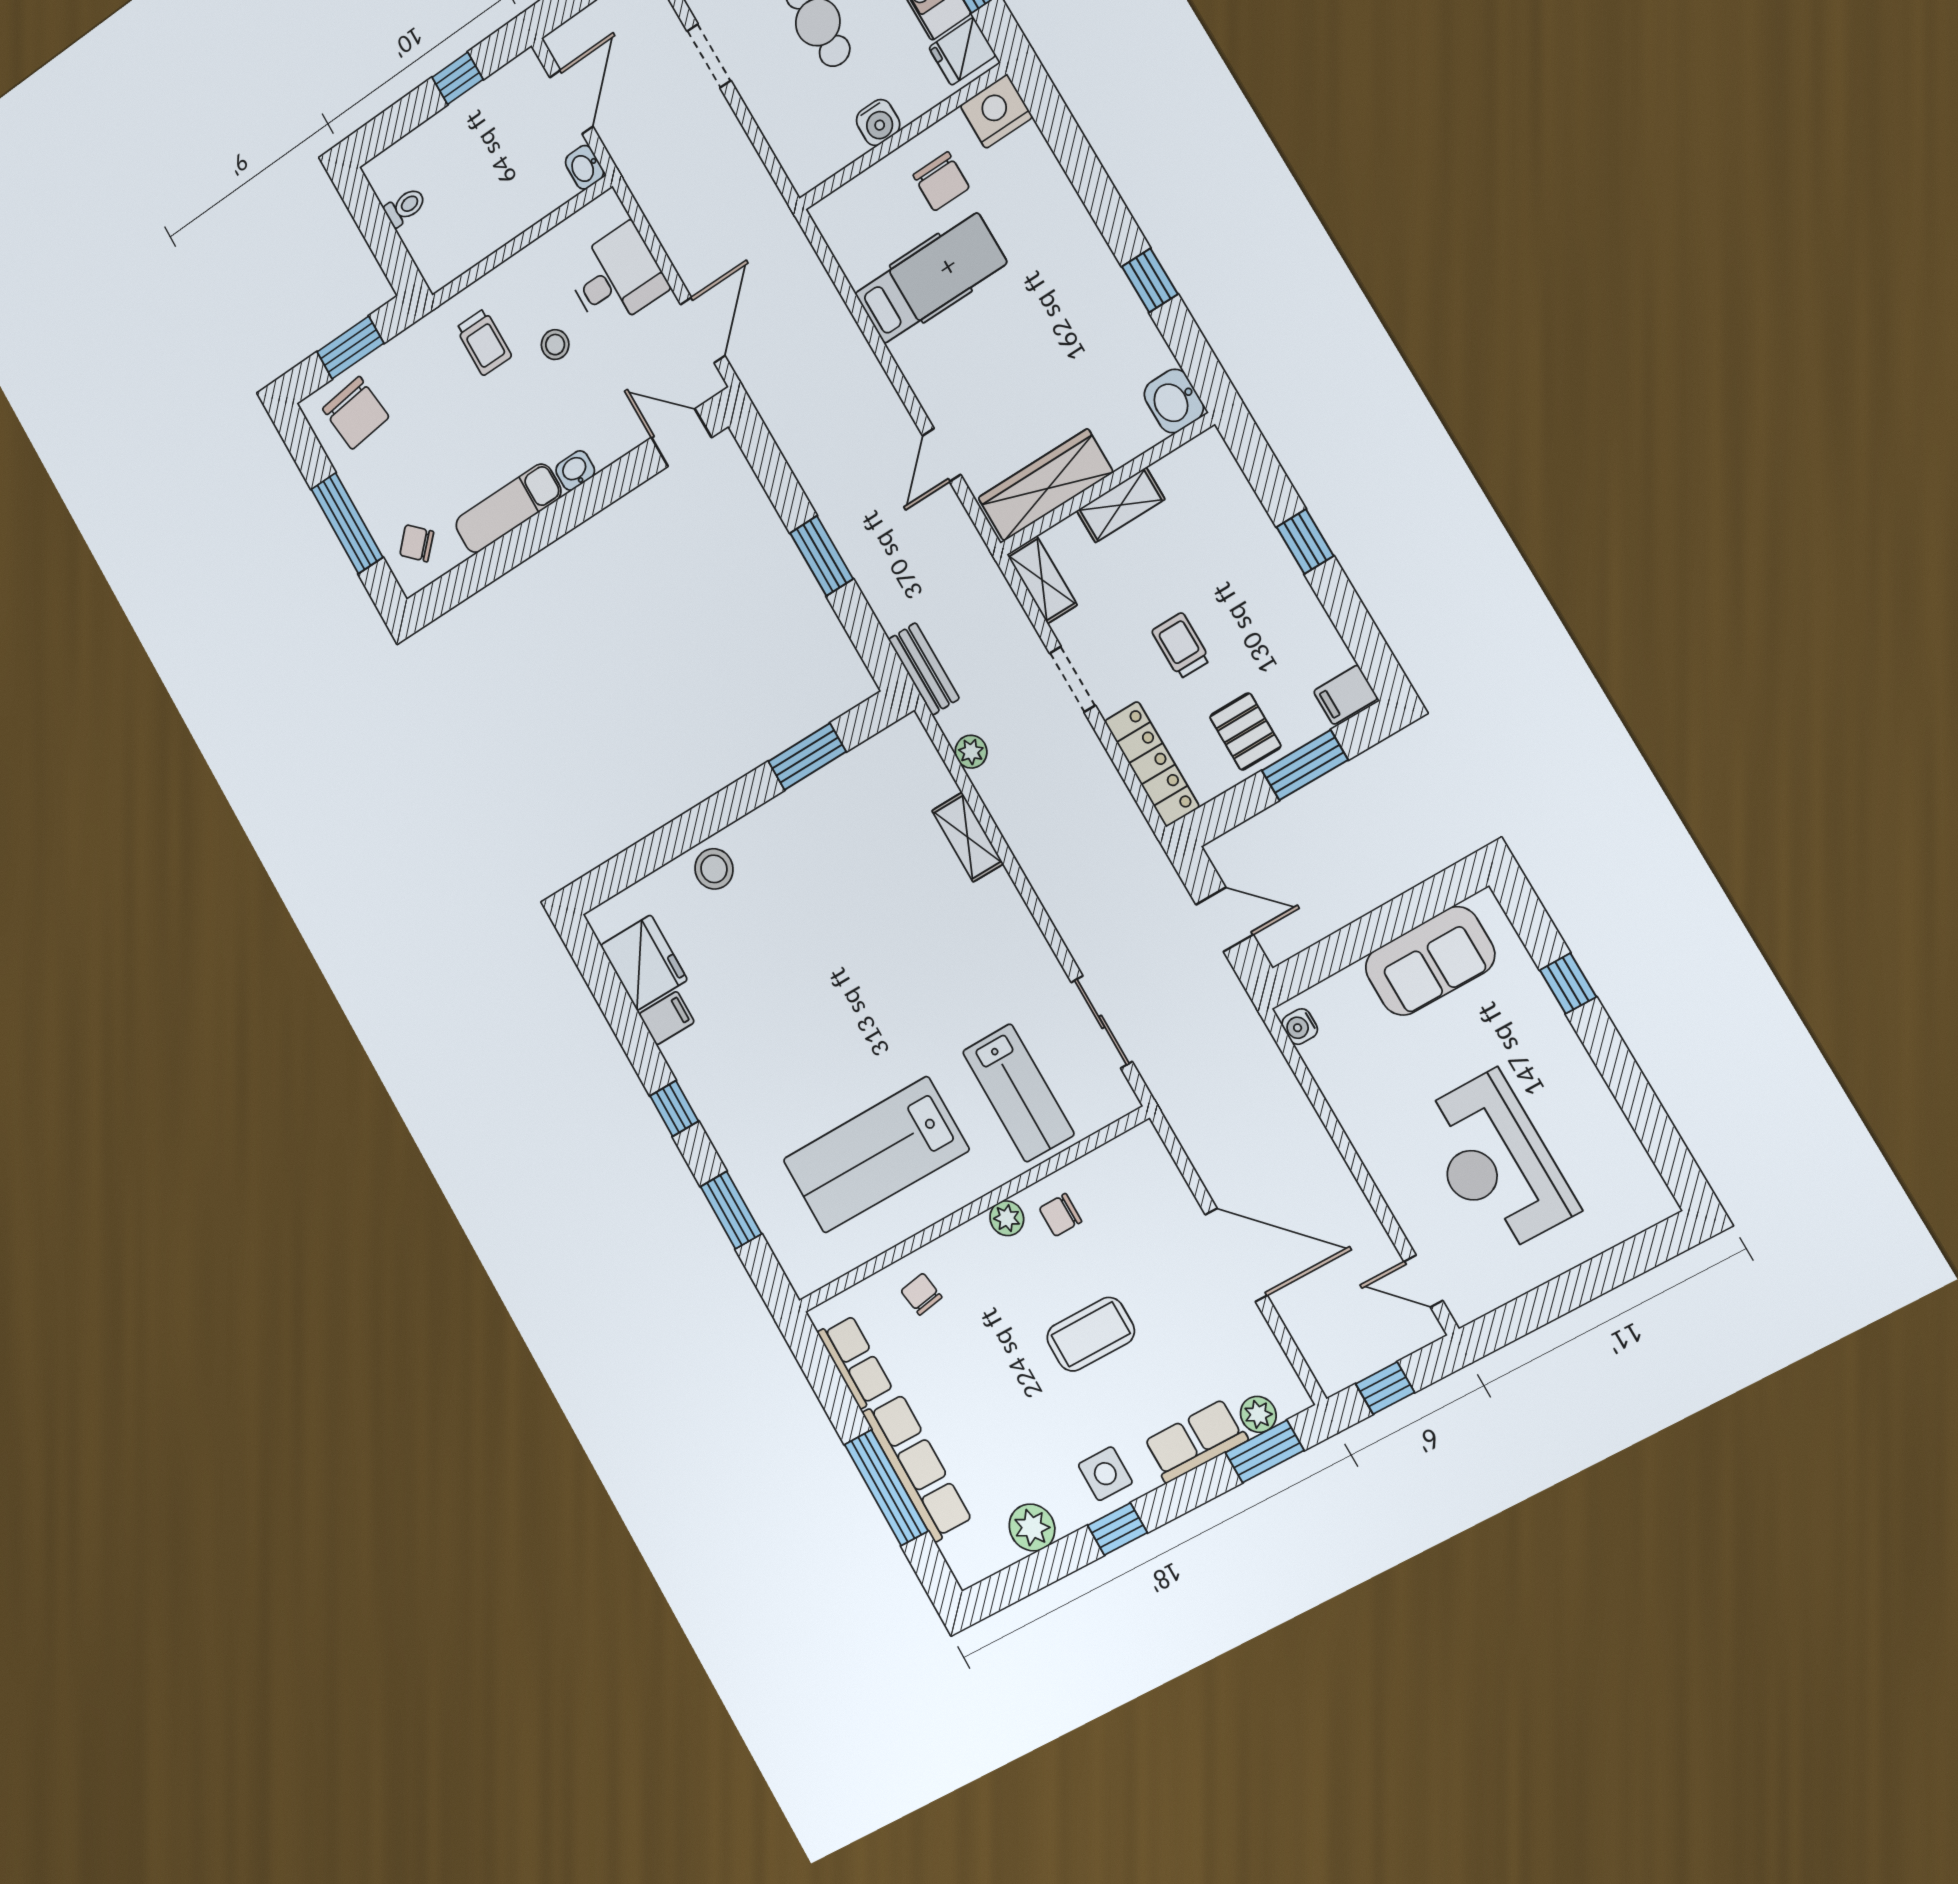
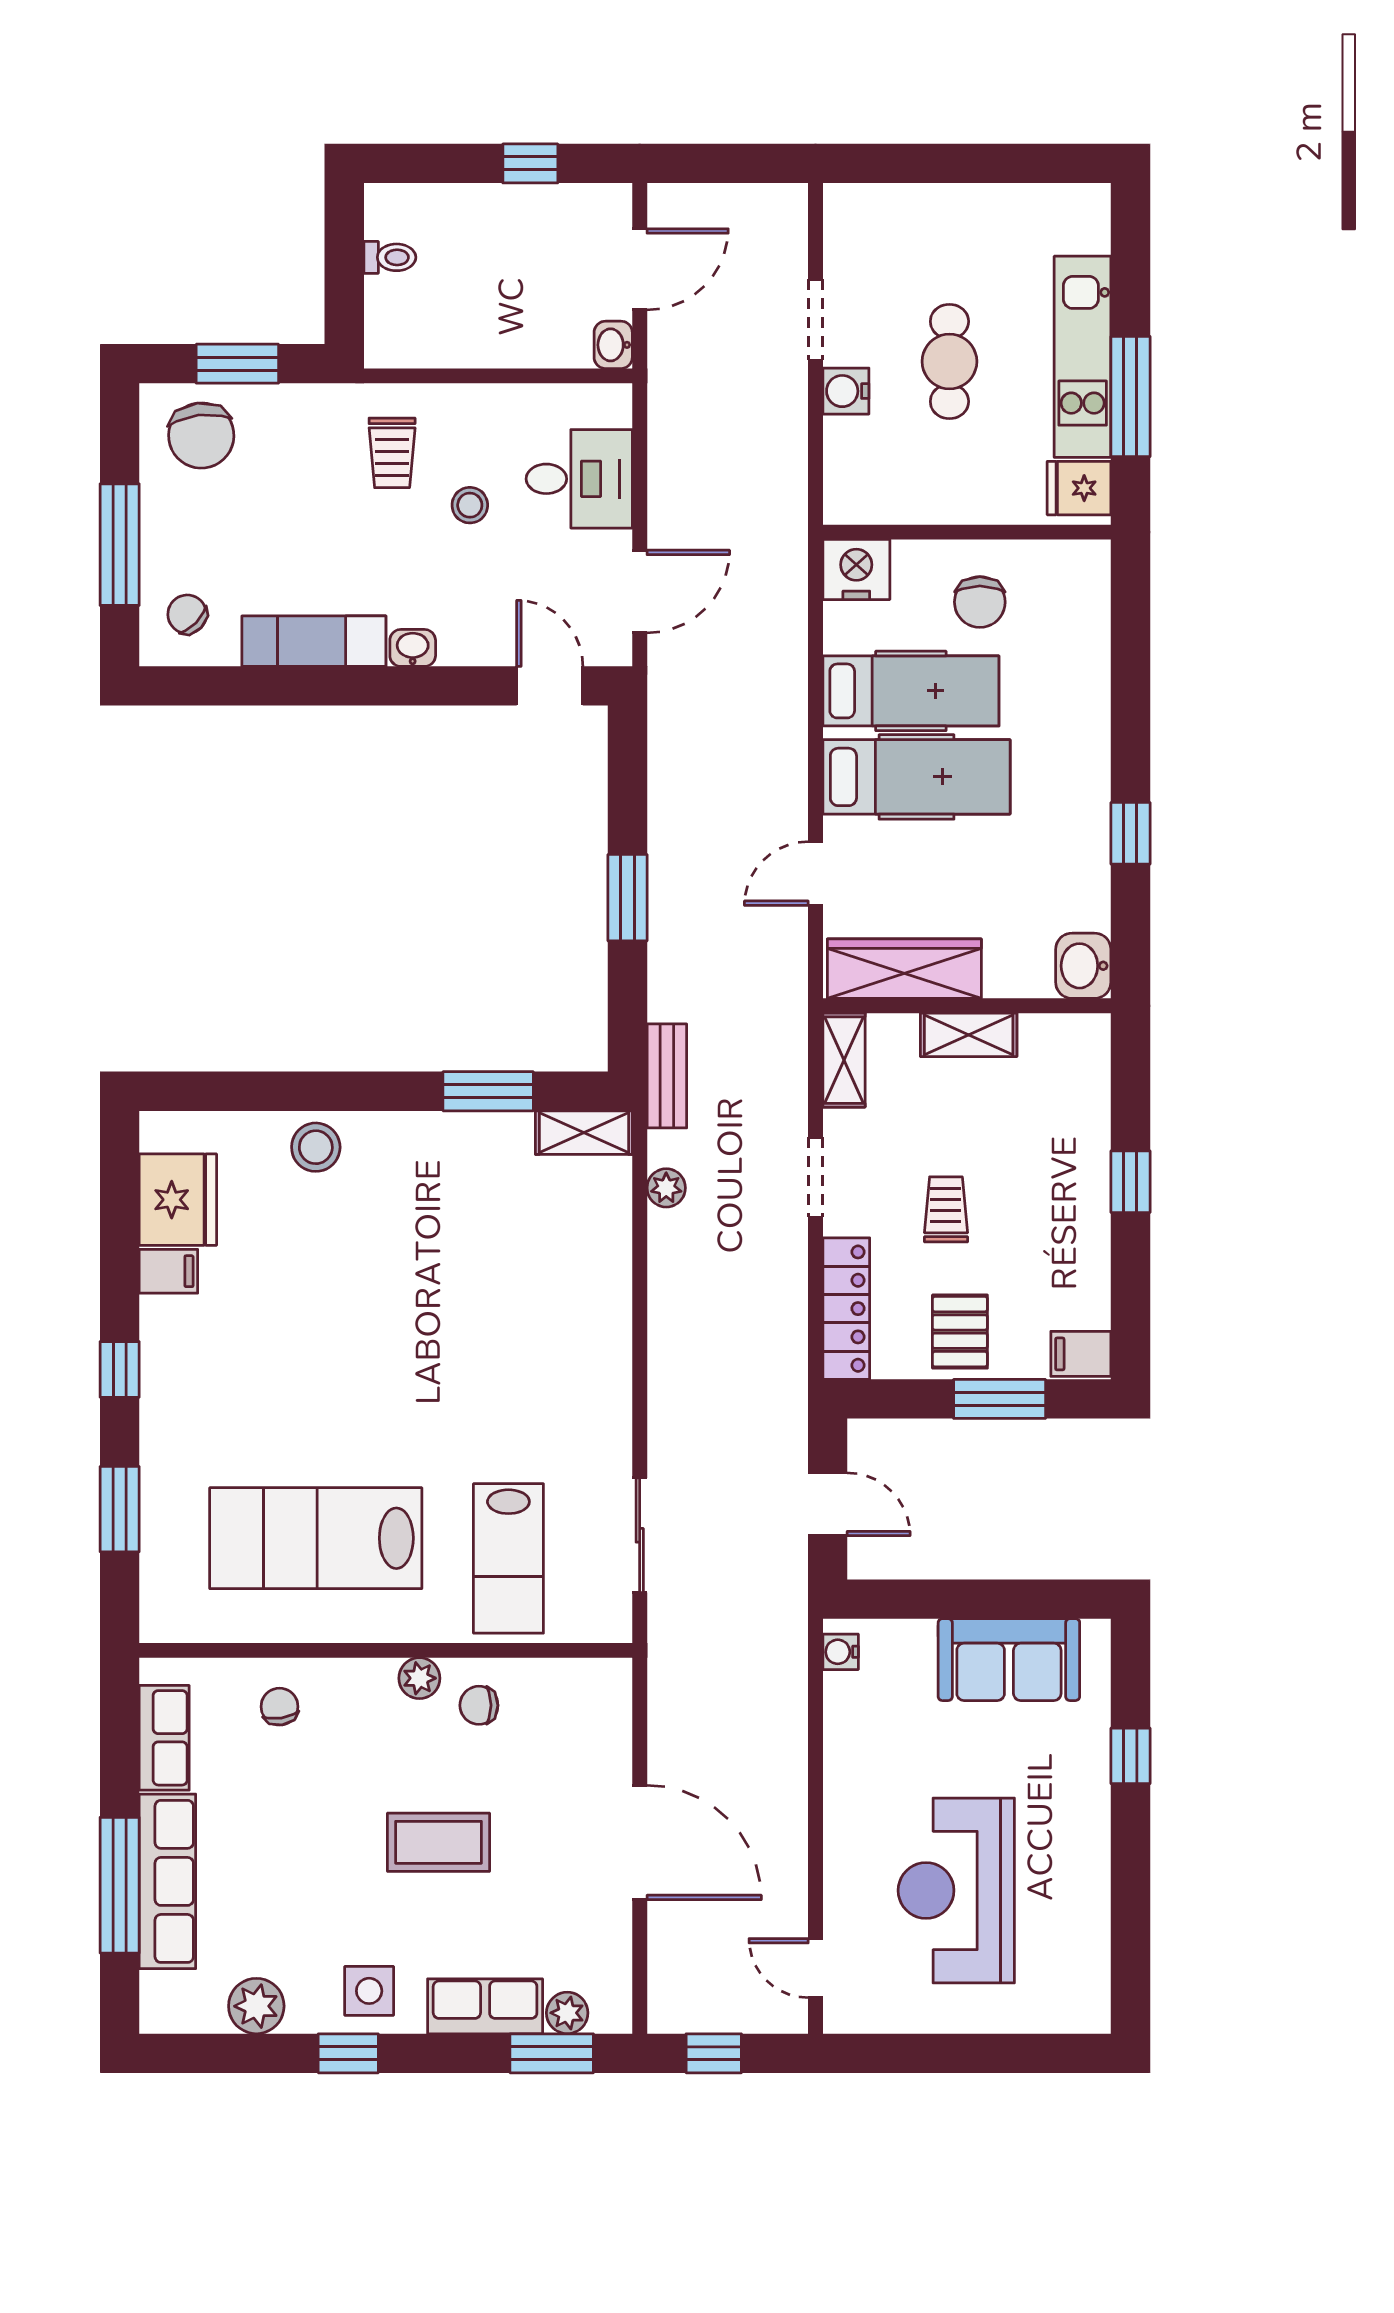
nightstand: (996, 111) -> (856, 569), moved
water cooler: (878, 122) -> (846, 391), moved, turned 90
hospital bed: (971, 338) -> (916, 777), added
shelving: (968, 837) -> (584, 1133), moved, turned 90

